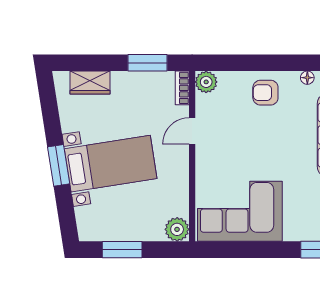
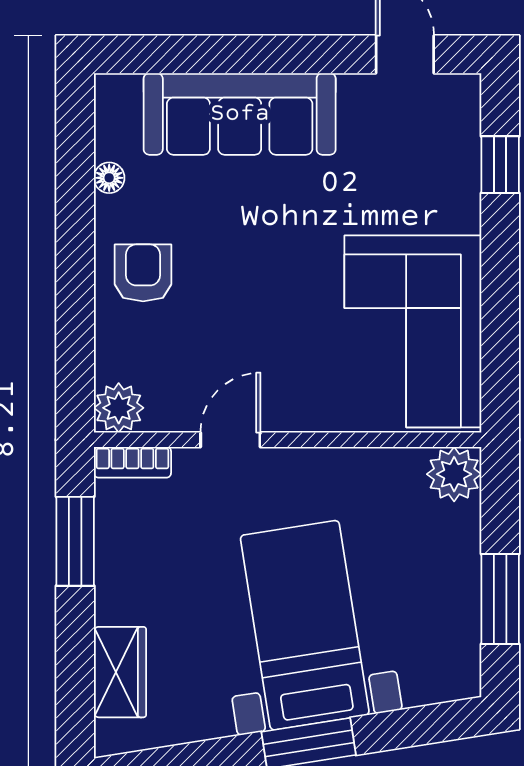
armchair: (265, 93) -> (143, 273), turned 180
door: (192, 131) -> (230, 440), swing flipped

